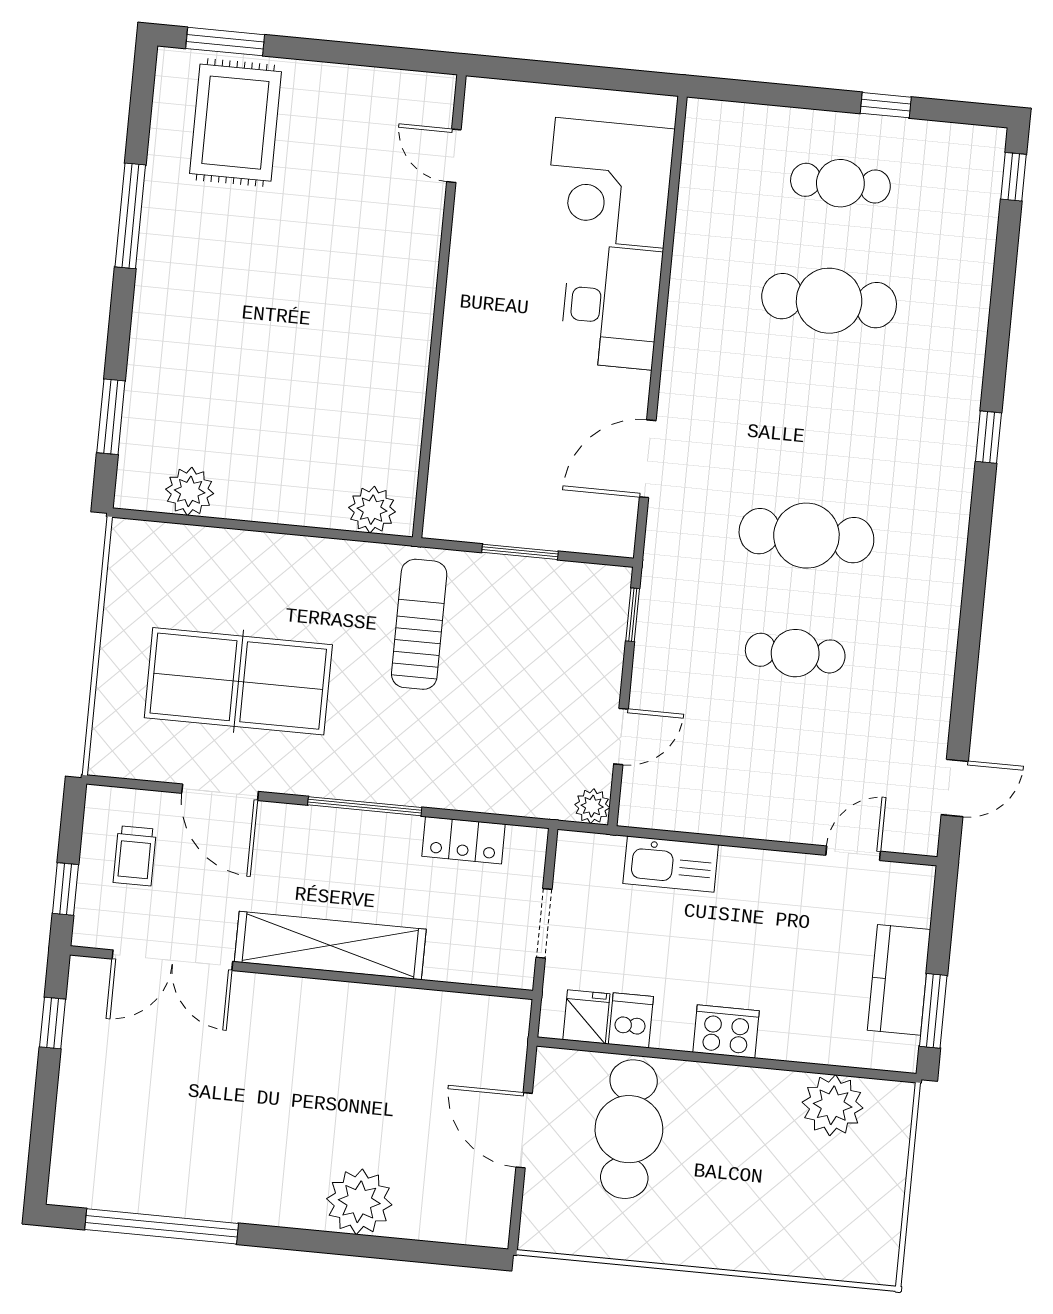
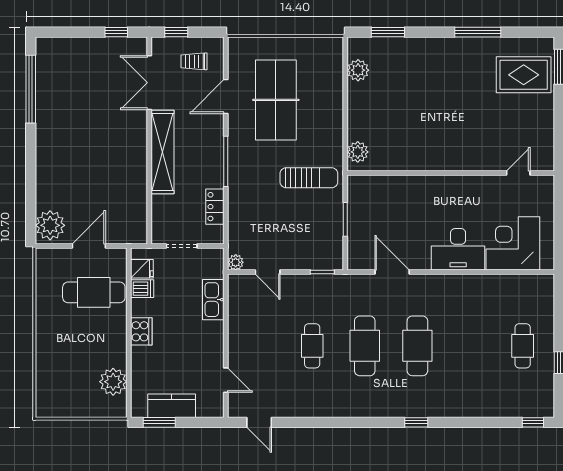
cafe table: (829, 301) -> (417, 346), moved
plant: (359, 1202) -> (50, 225), moved

